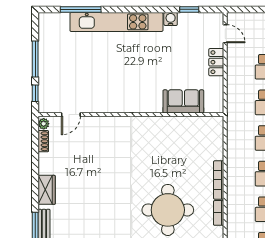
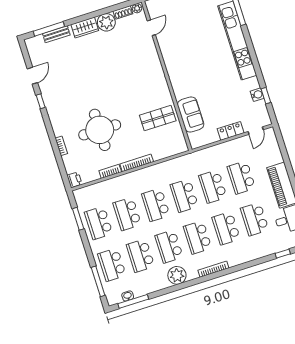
water cooler: (171, 19) -> (257, 95), moved
door: (71, 115) -> (151, 28), swing flipped
shop shelf: (175, 140) -> (158, 118), added
plant: (49, 164) -> (106, 22), added

